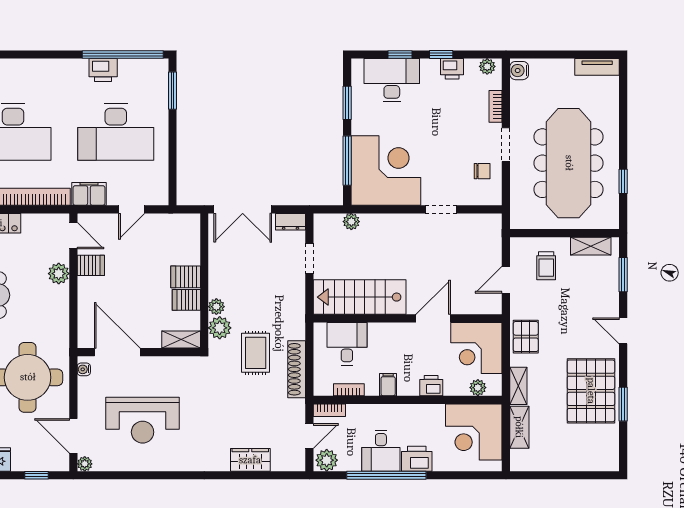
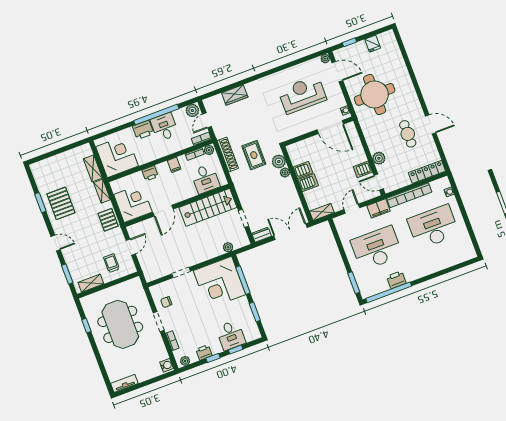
desk: (392, 80) -> (231, 335), width x0.73
meeting table: (569, 163) -> (120, 324), width x0.73
shelving: (181, 340) -> (322, 212), moved
plant: (478, 388) -> (209, 150), moved
pallet: (591, 391) -> (61, 203), width x0.73, depth x0.71

